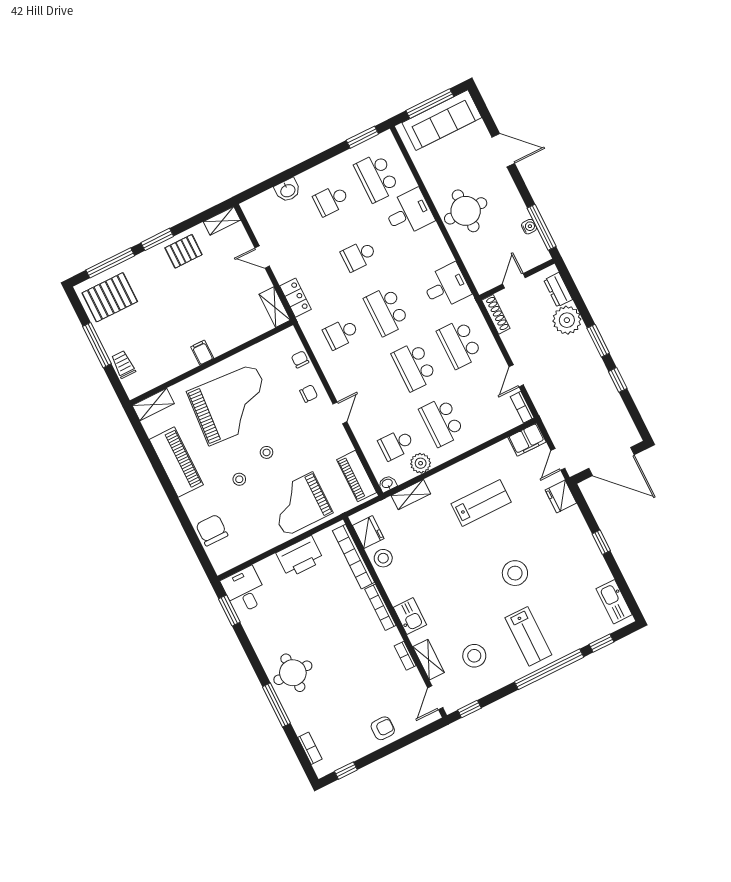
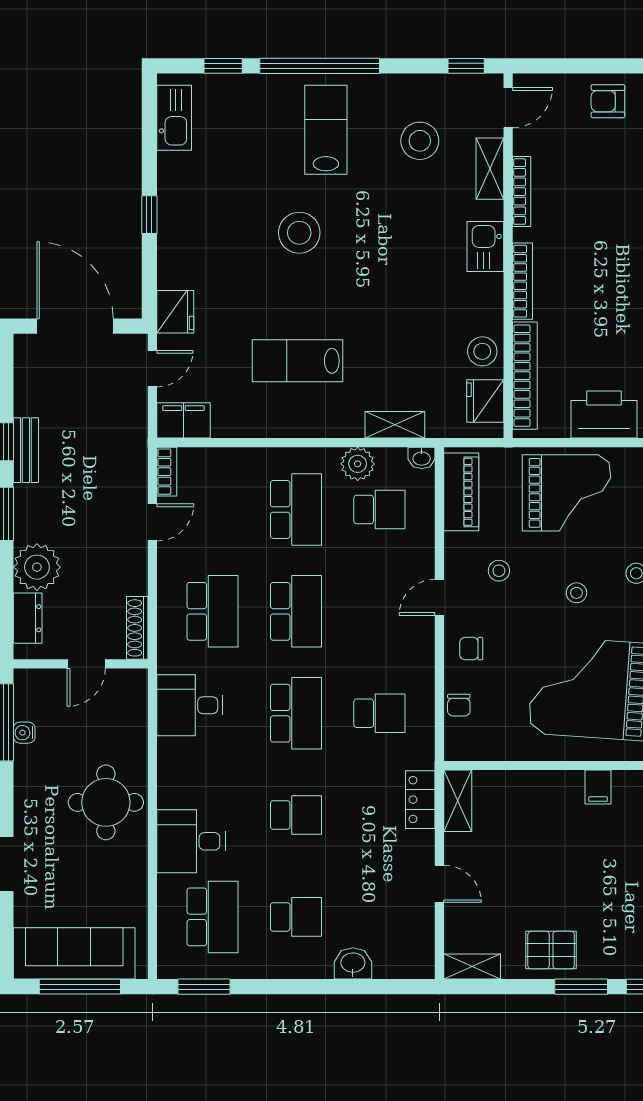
bench: (605, 381) -> (26, 450), added
stool: (315, 443) -> (499, 571), added
bookcase: (405, 656) -> (522, 192), width x1.56

